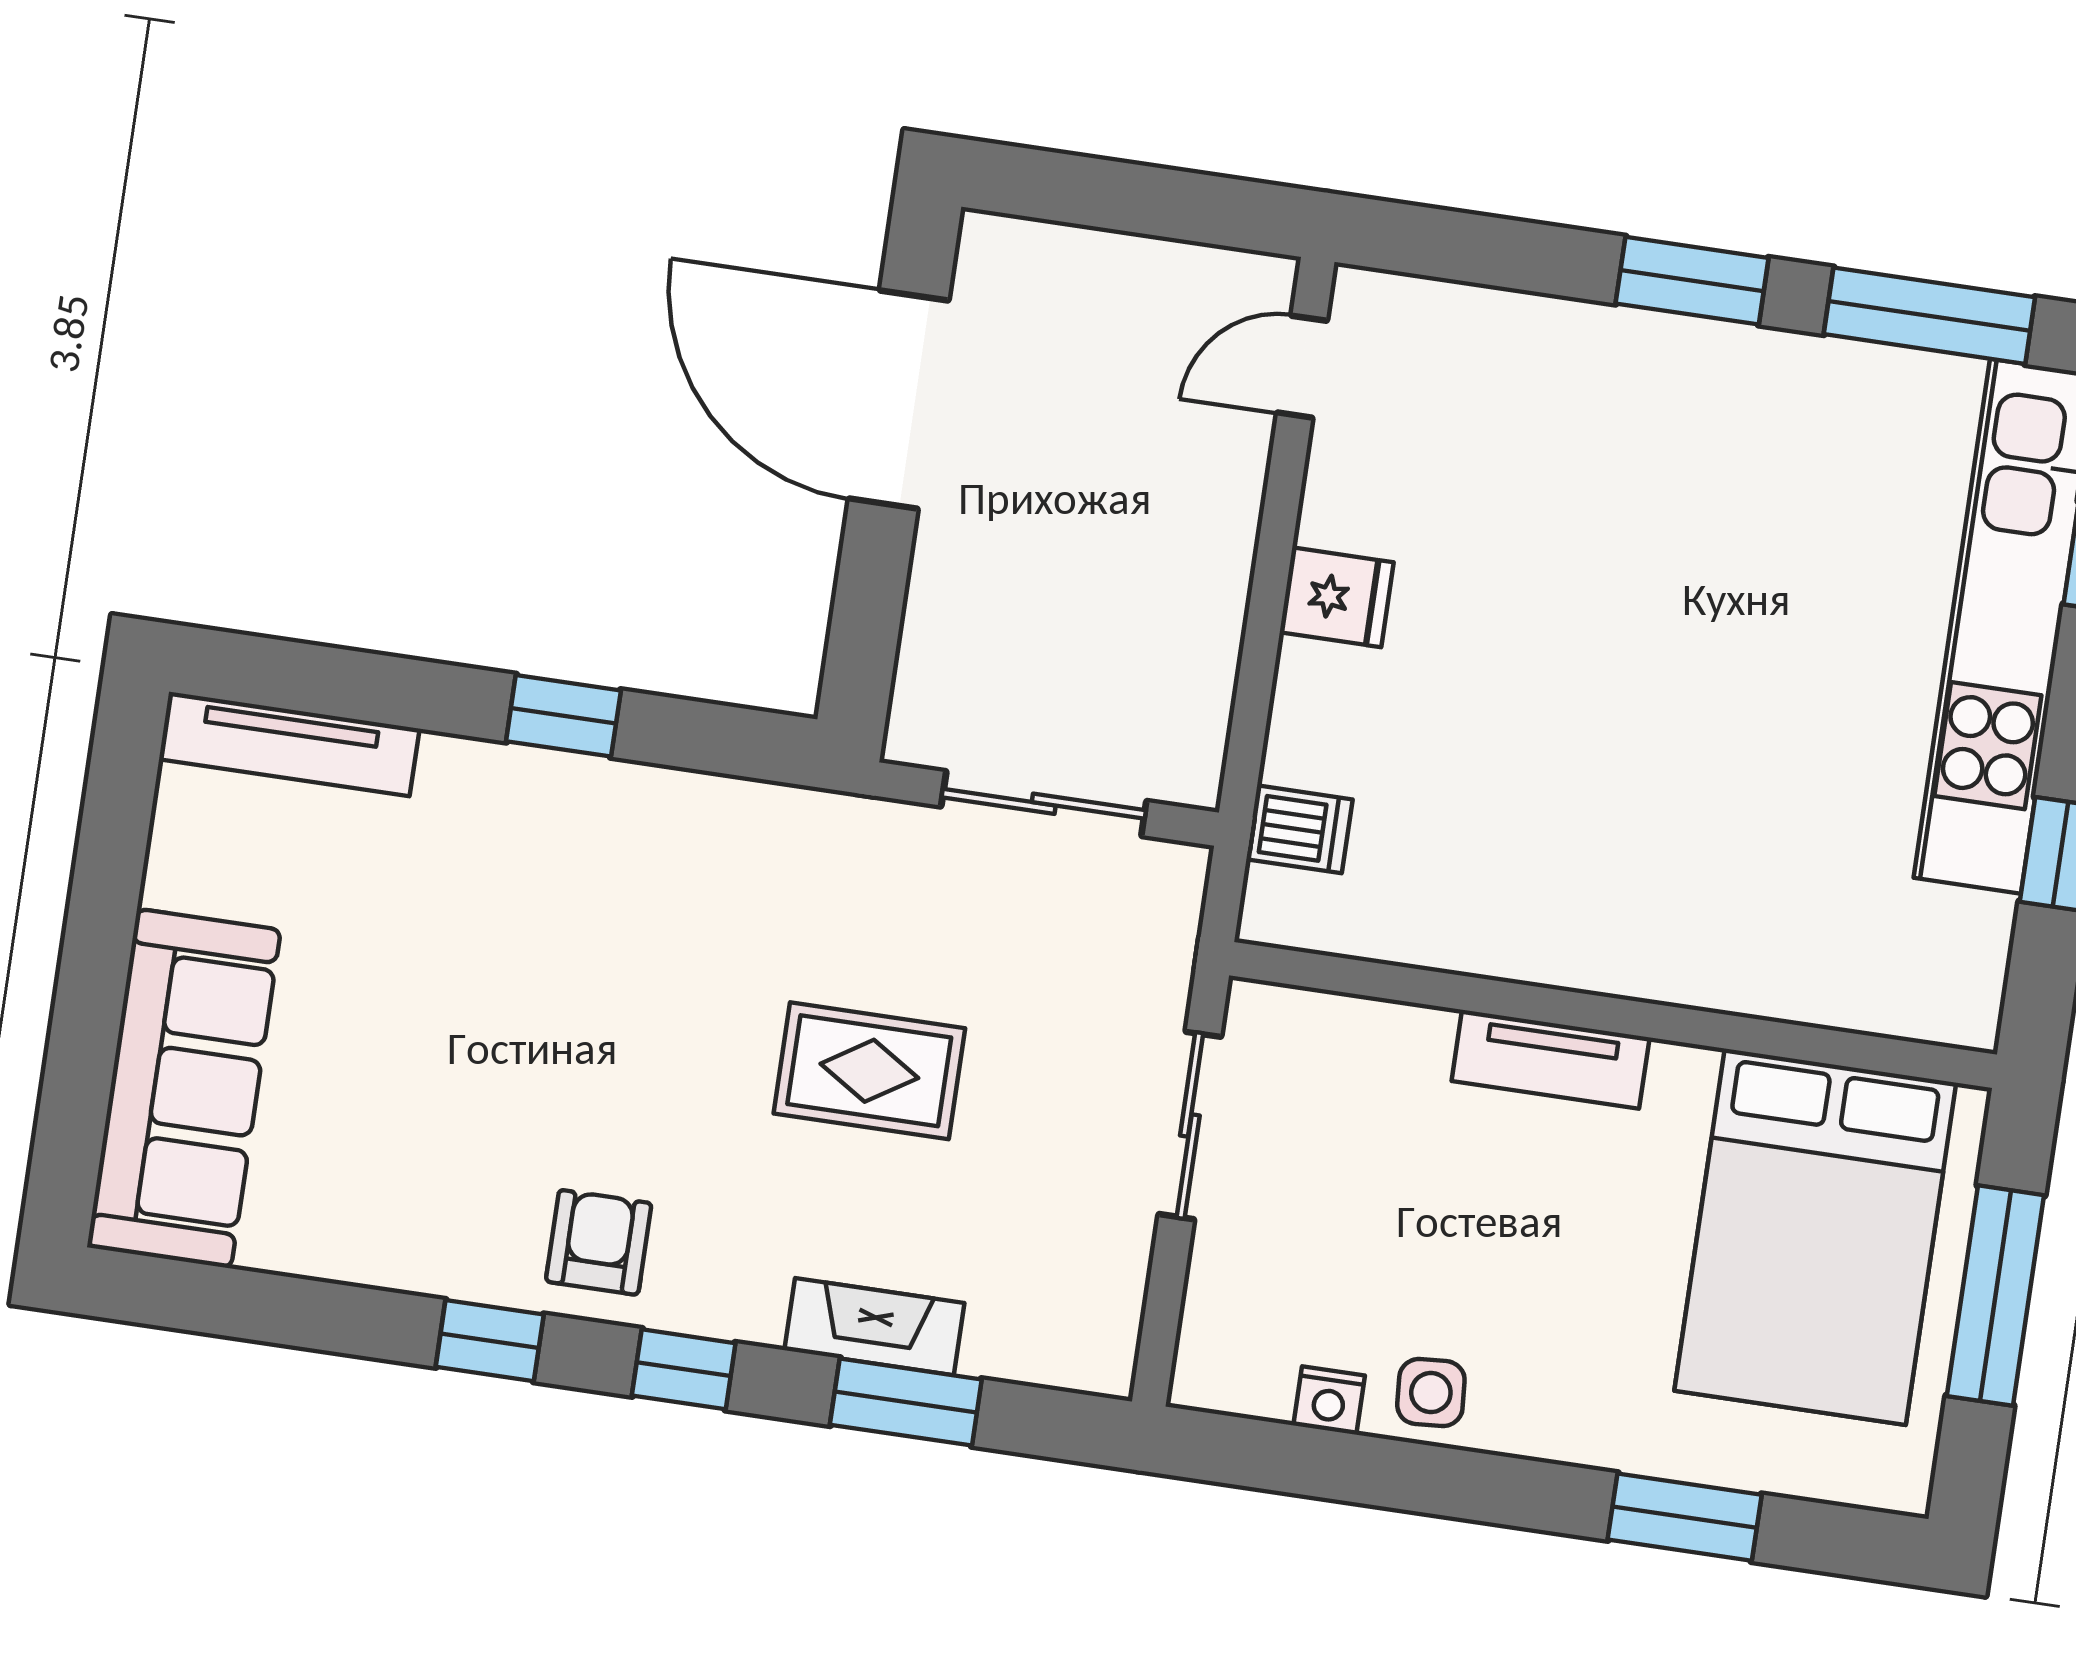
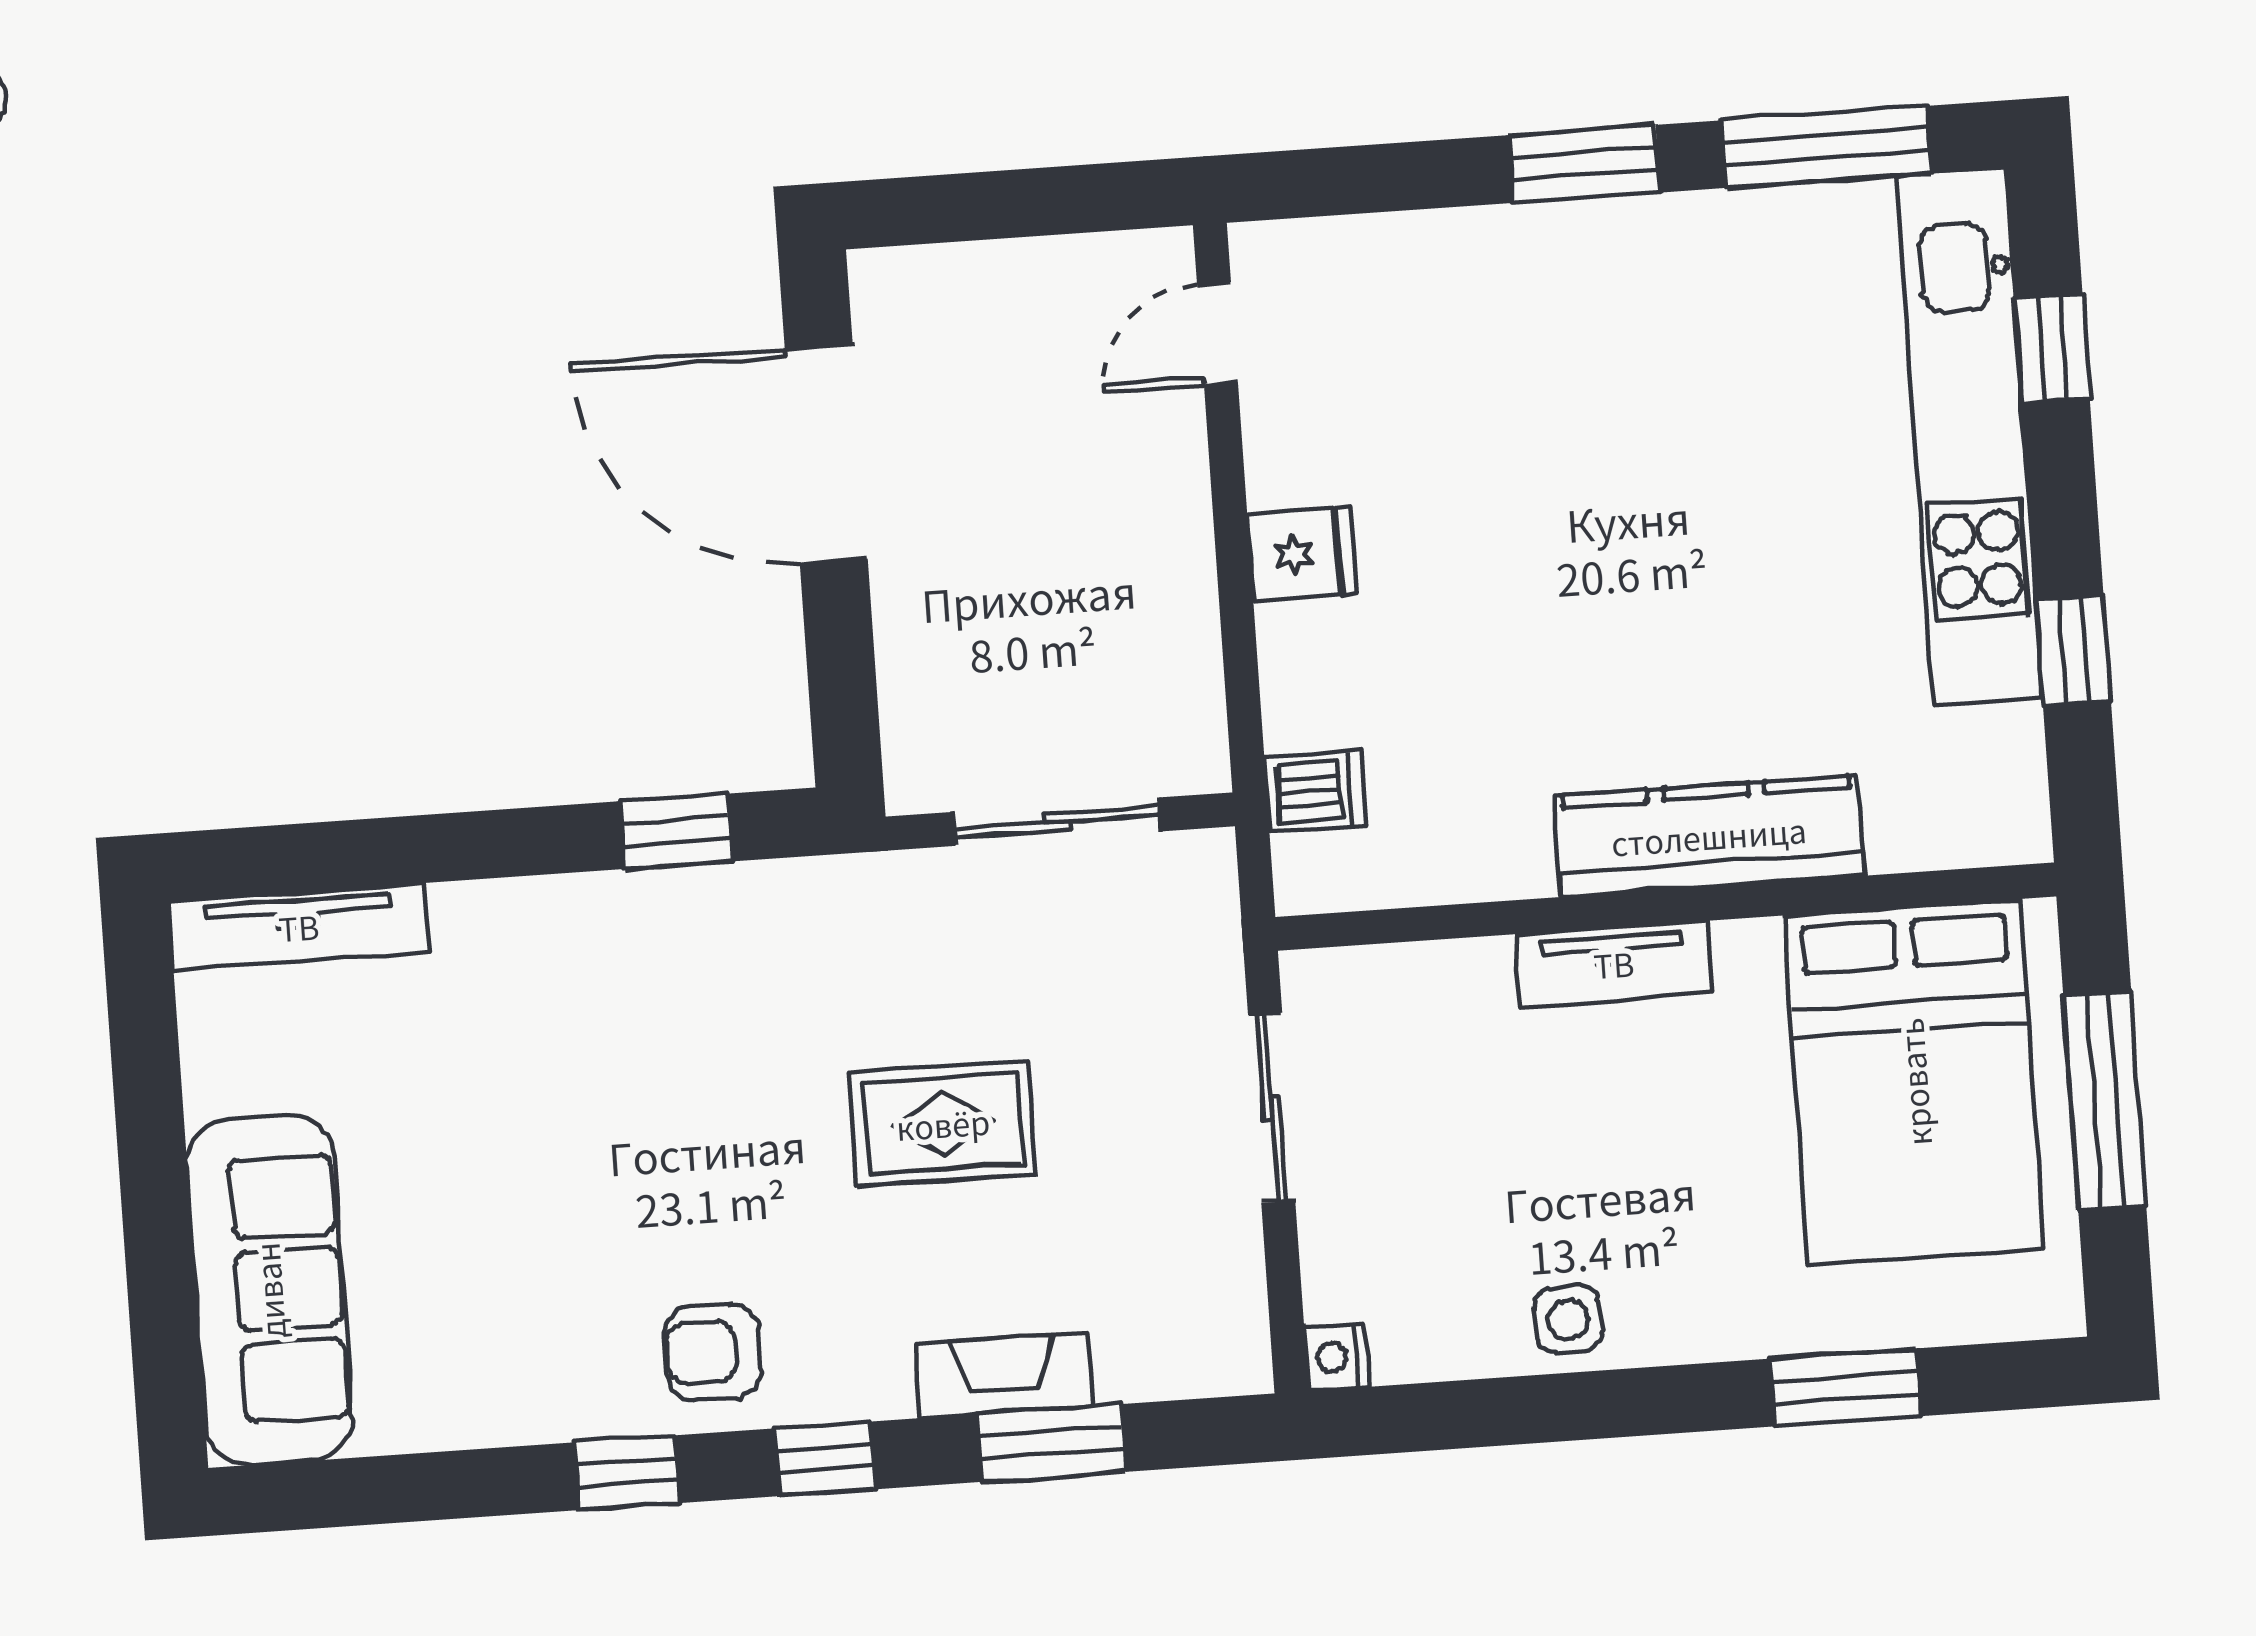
window: (563, 716) -> (677, 831), moved
kitchen counter: (1670, 956) -> (1709, 836), added
armchair: (599, 1242) -> (713, 1352), turned -90
nightstand: (1329, 1400) -> (1336, 1357), moved, turned 90

